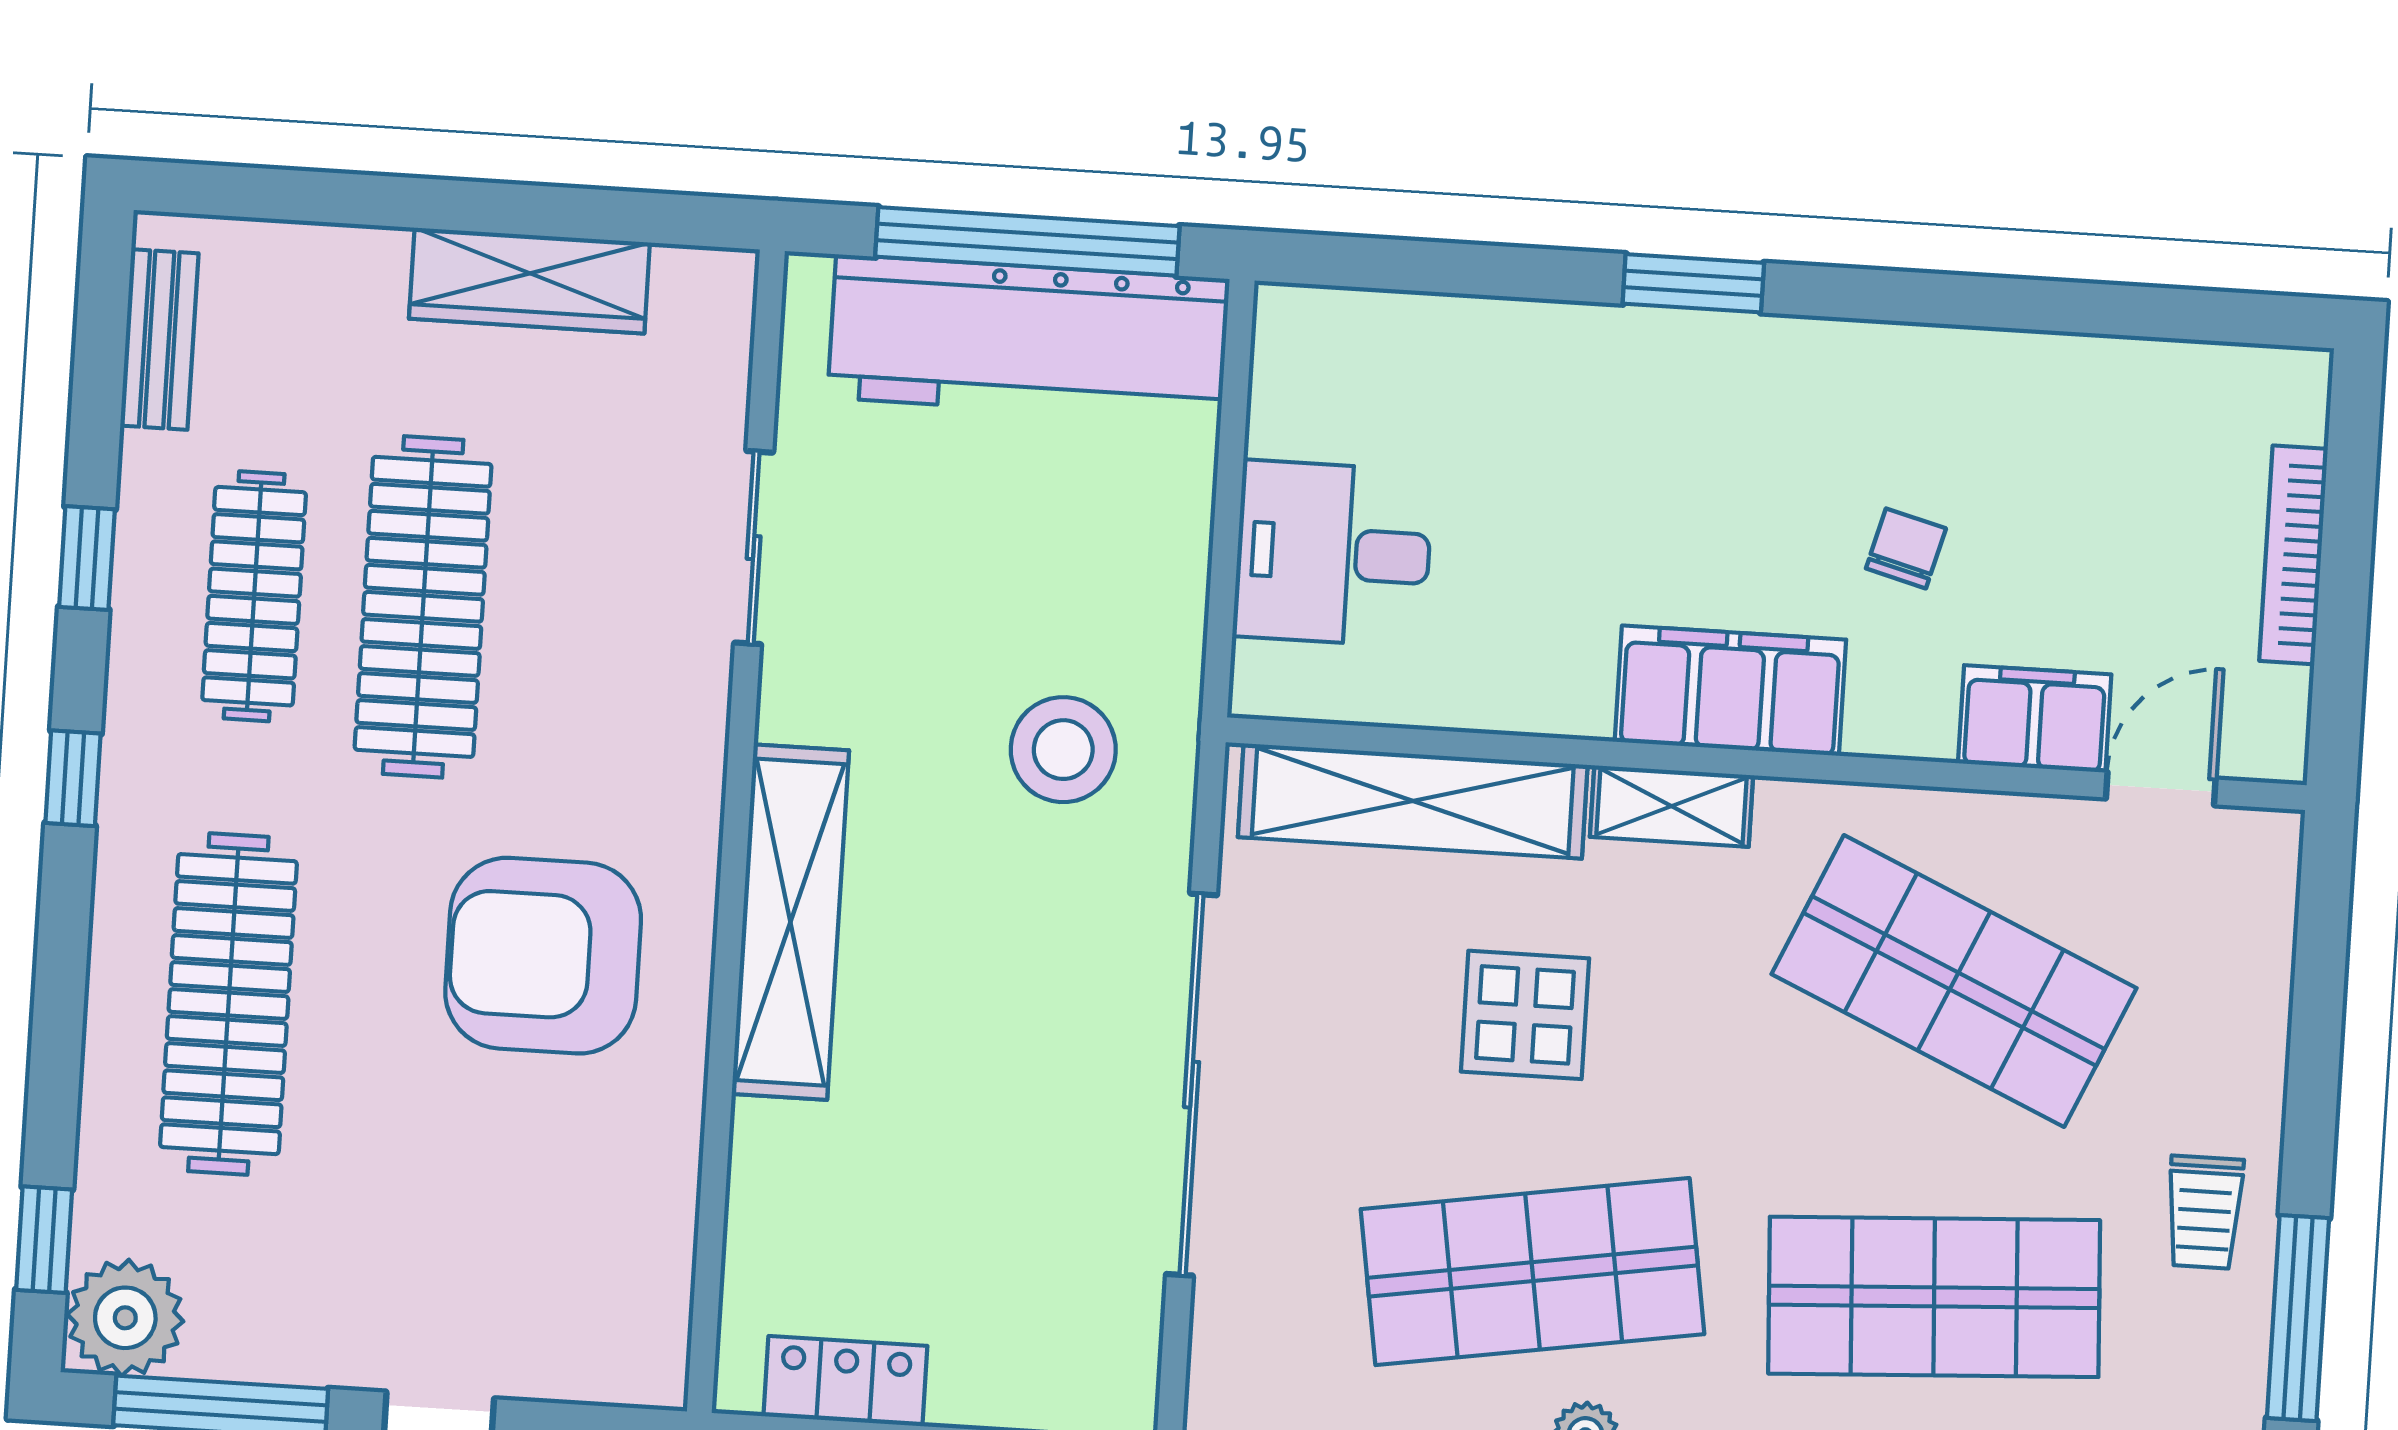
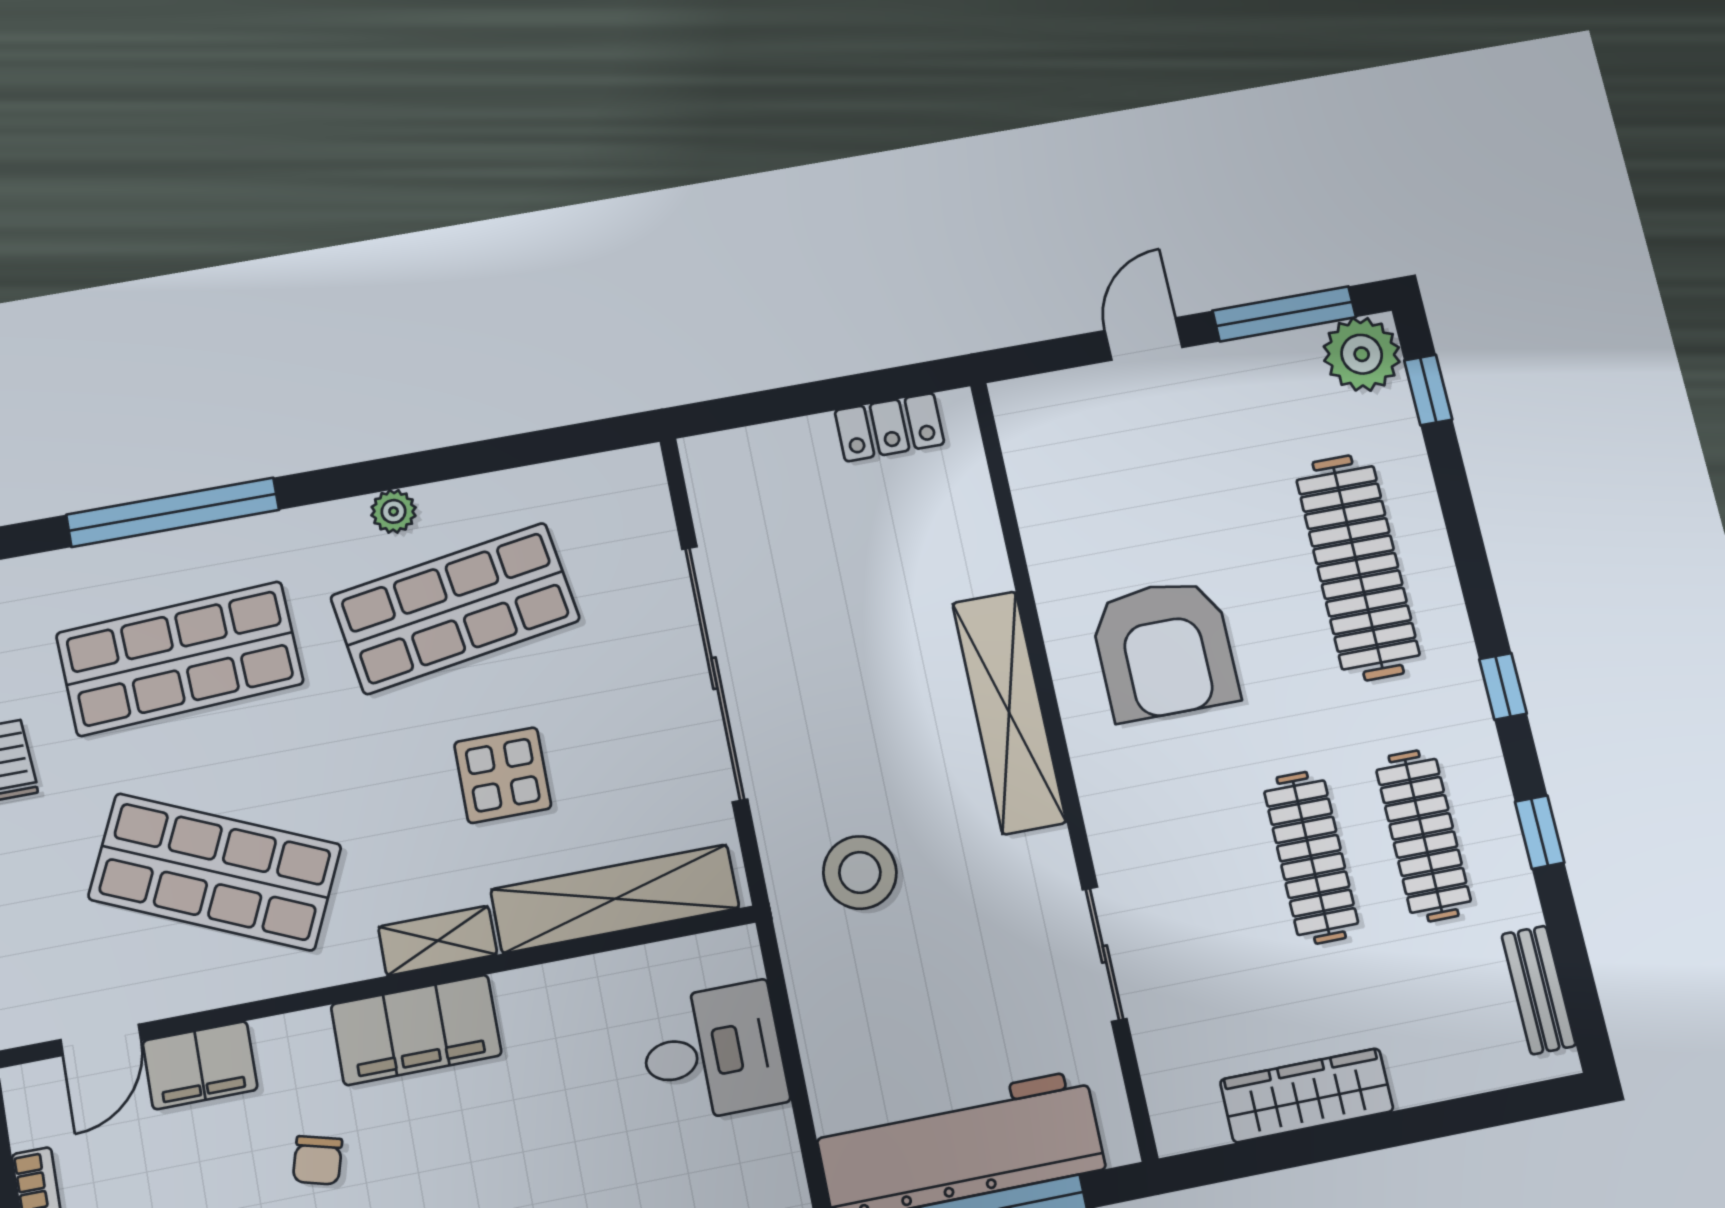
clothes rail: (423, 607) -> (1311, 857), width x0.73, depth x0.76
armchair: (543, 956) -> (1164, 649), turned 90

